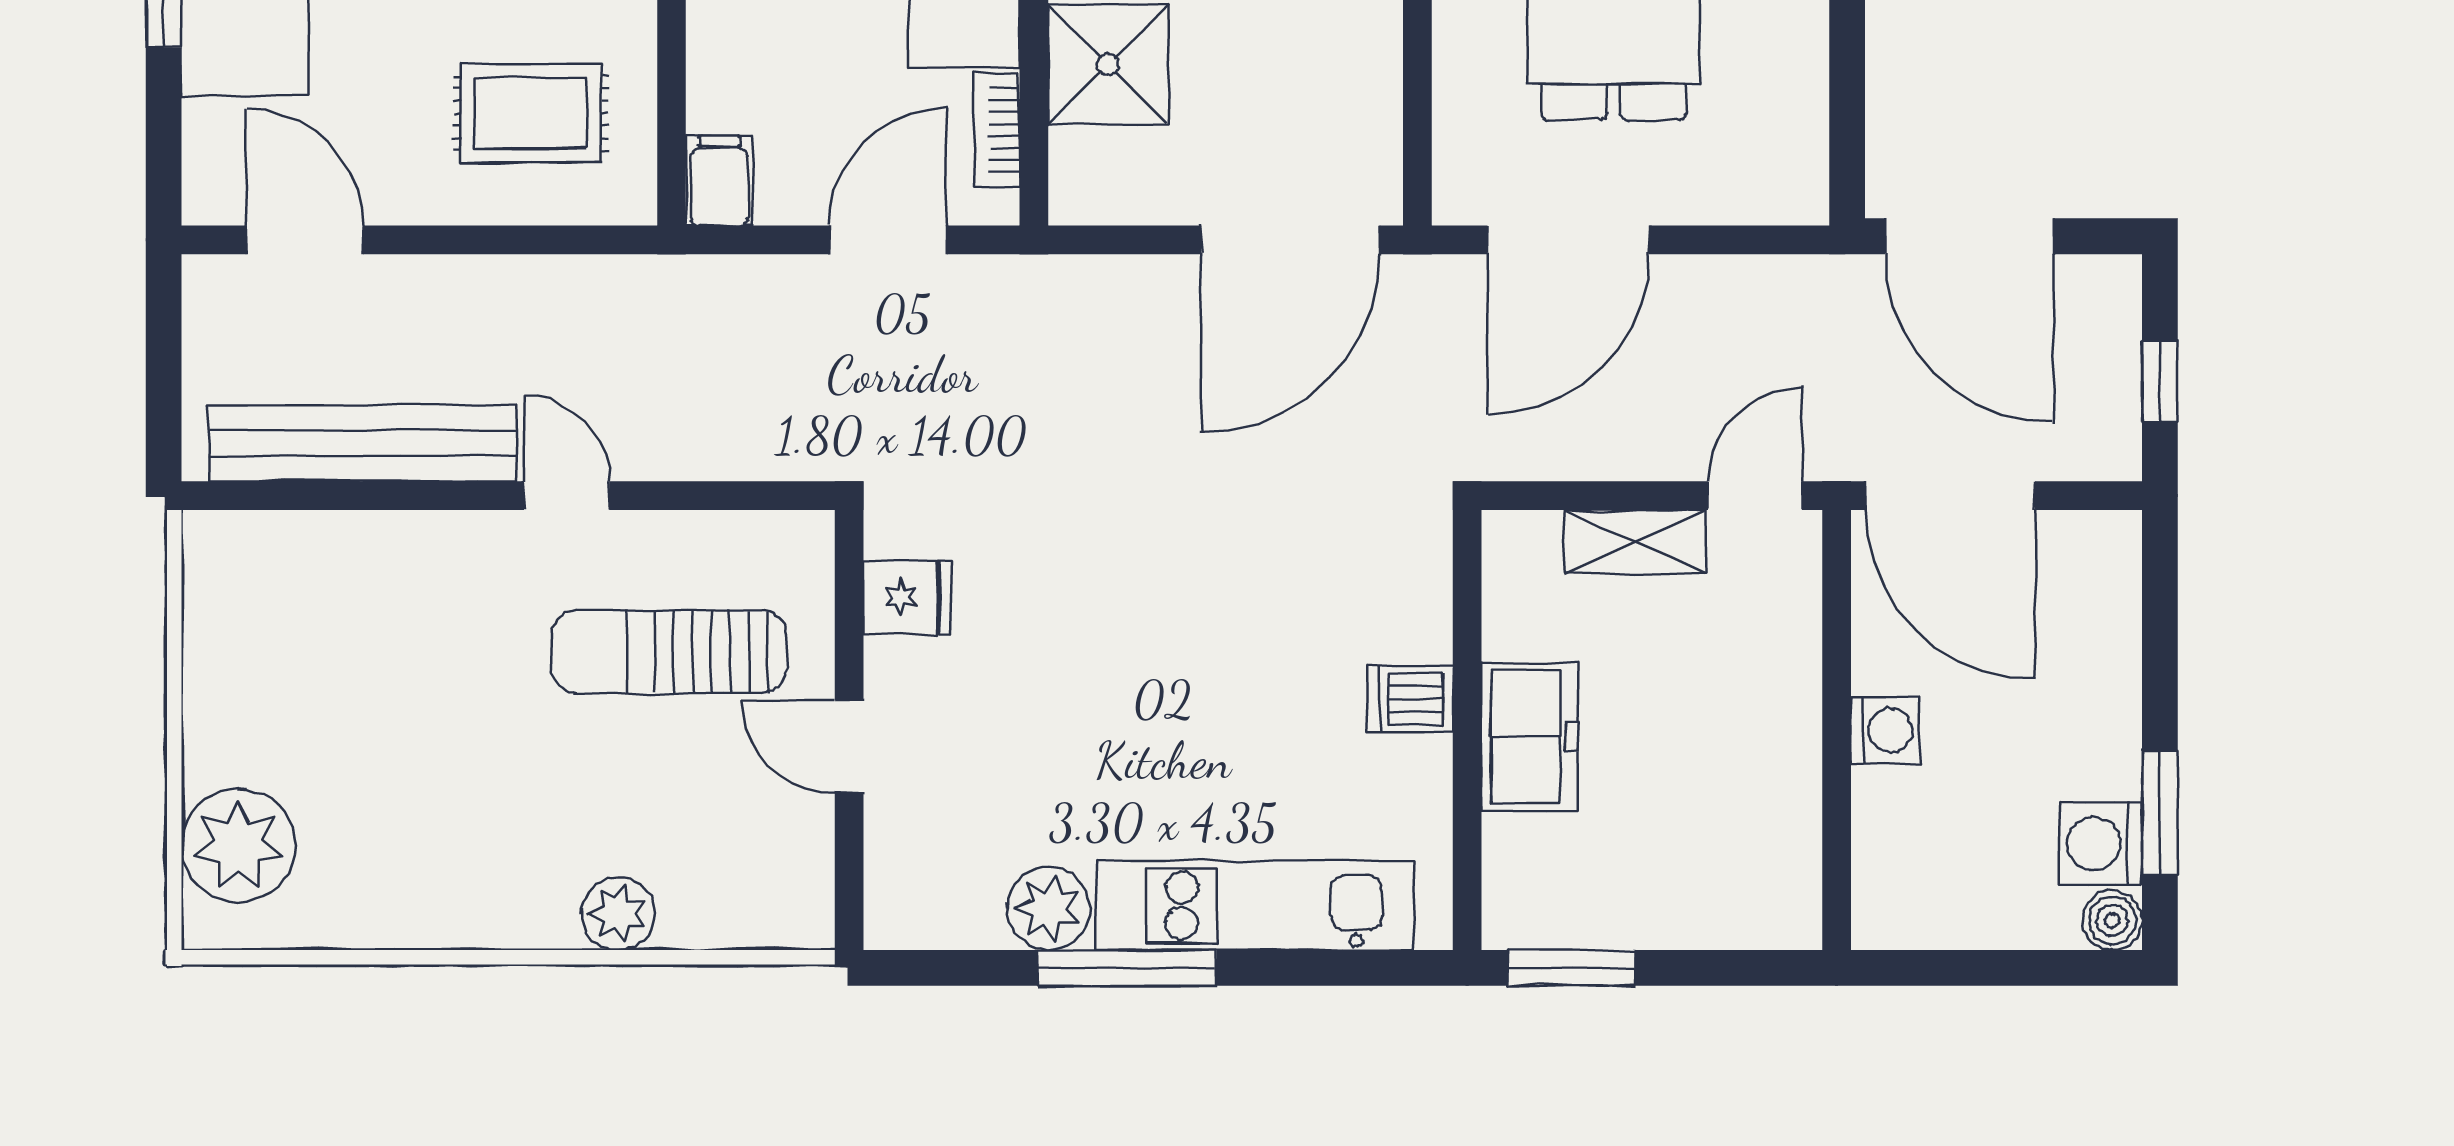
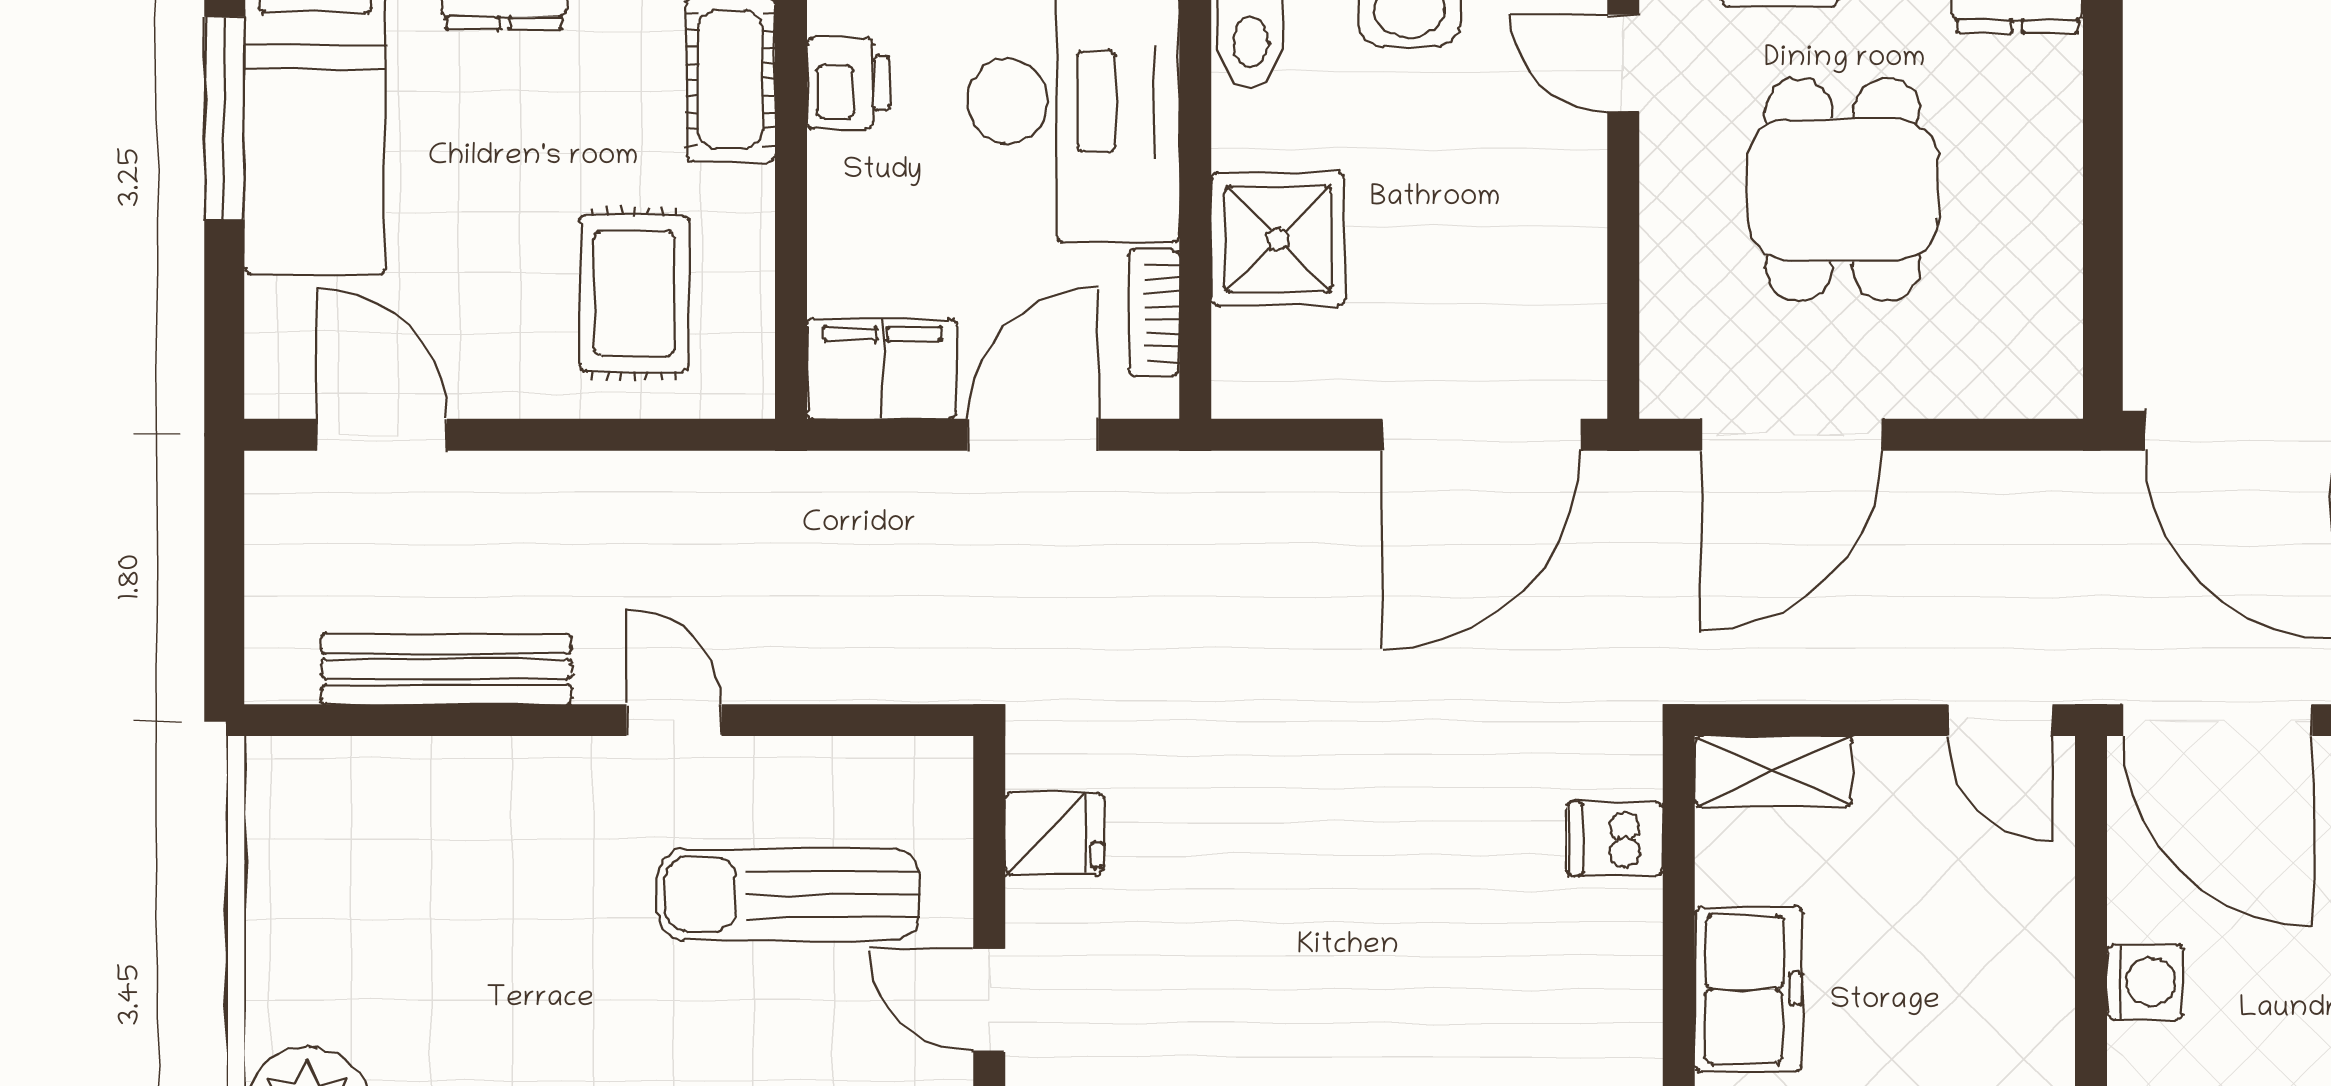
rug: (531, 113) -> (634, 293), turned 90
filing cabinet: (719, 181) -> (882, 369), width x2.00
bench: (363, 443) -> (446, 669), width x0.73, depth x0.82
door: (1755, 496) -> (2000, 720), swing flipped
shelving: (1635, 542) -> (1774, 771), moved
dishwasher: (1410, 699) -> (1615, 839), moved

